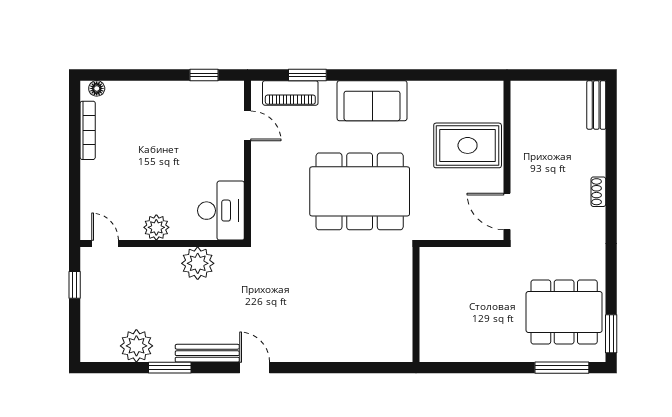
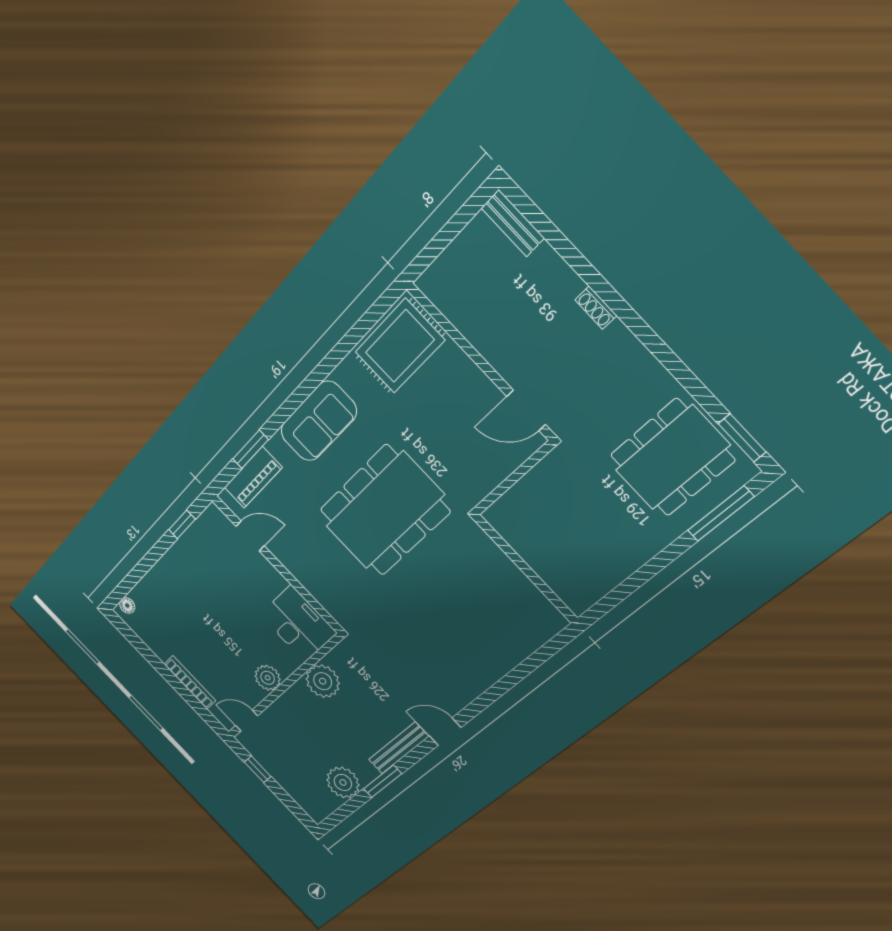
bookcase: (88, 130) -> (190, 682), moved
rug: (468, 145) -> (400, 346), moved

